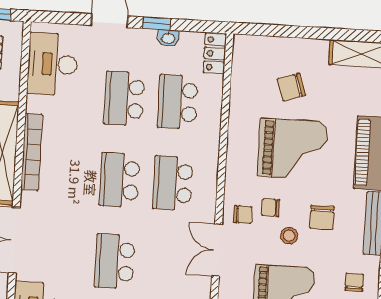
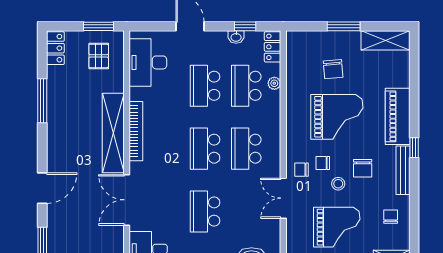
window: (157, 24) -> (245, 26), moved
window: (308, 33) -> (344, 26), added
chair: (291, 87) -> (333, 69), turned -77
plant: (214, 101) -> (274, 83), added
chair: (243, 215) -> (301, 170), turned 180

